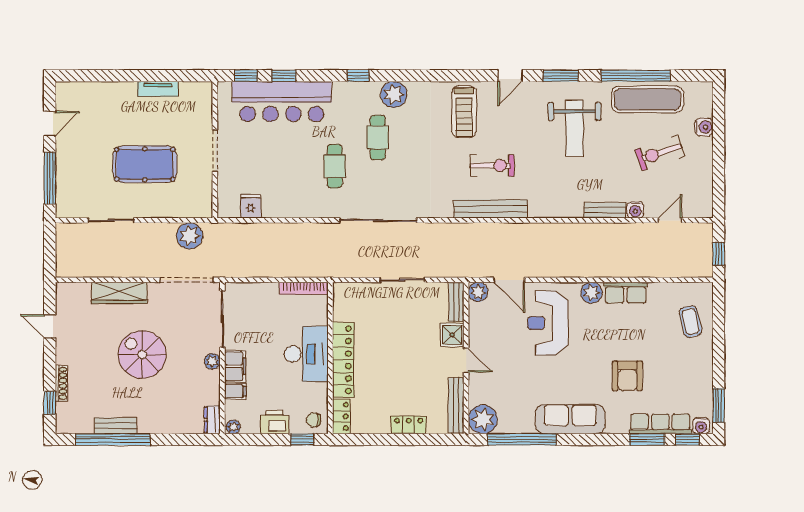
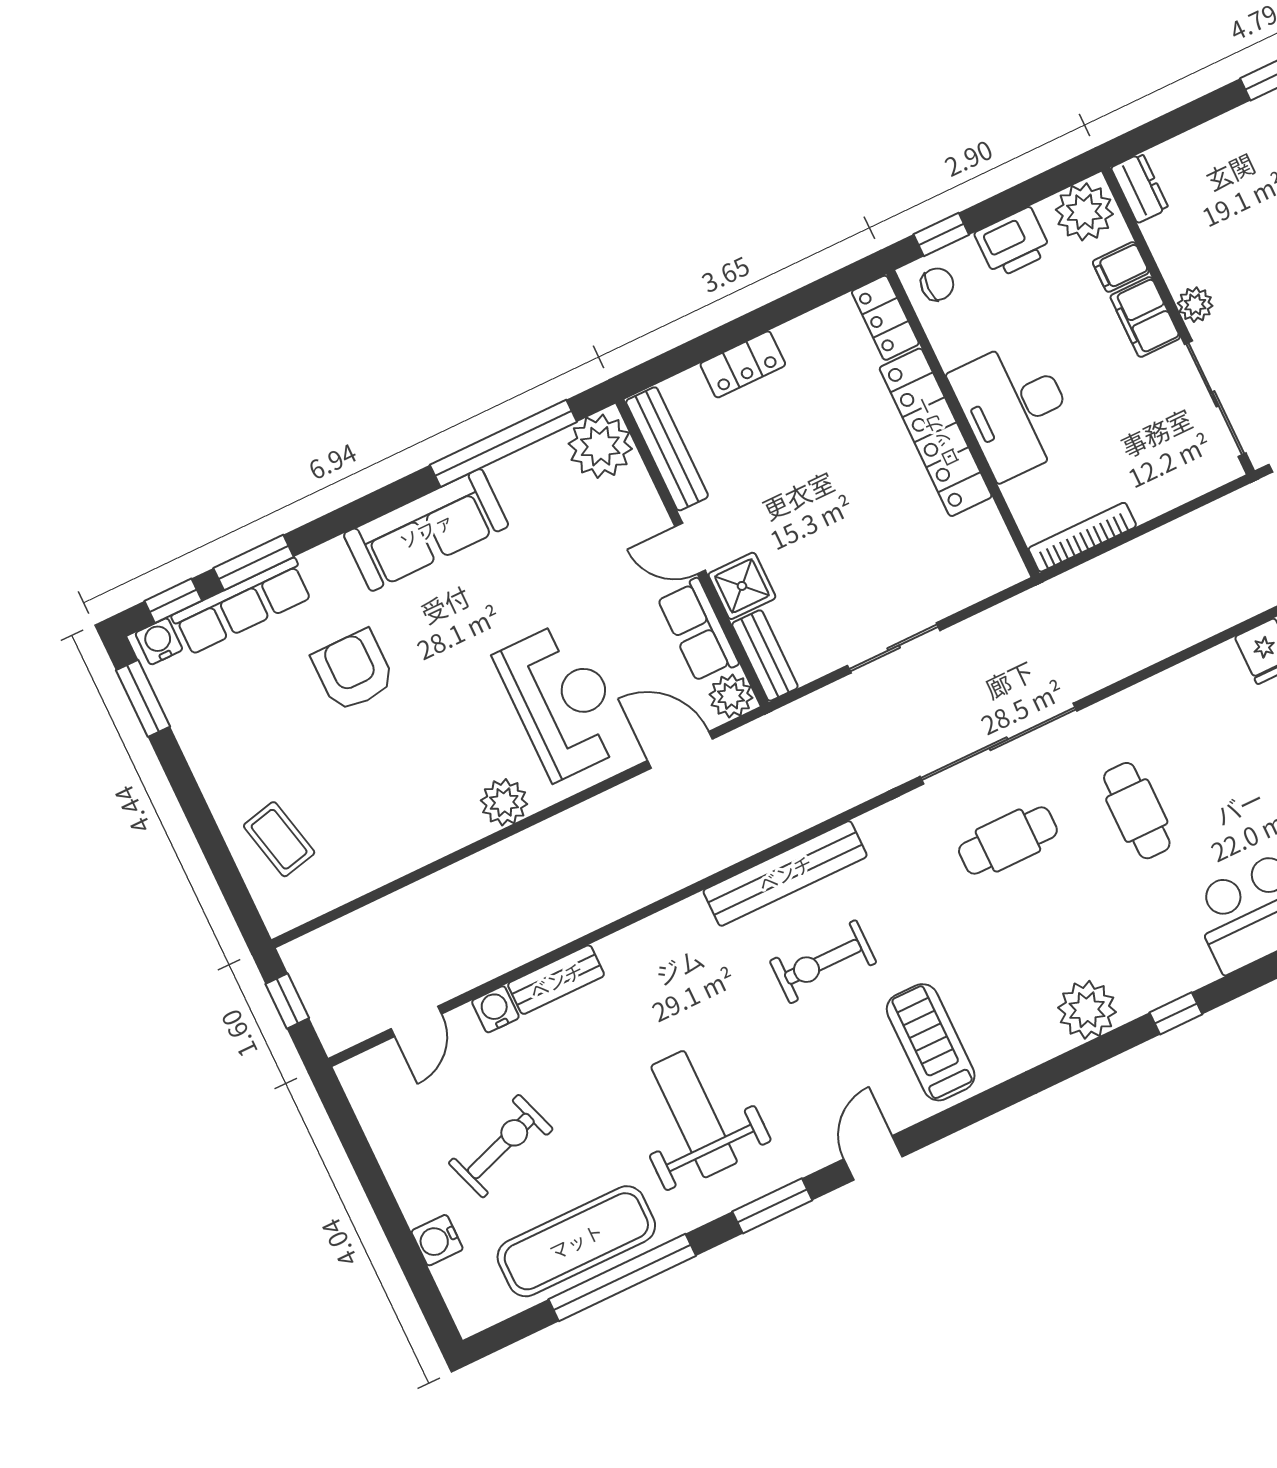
cafe table: (378, 138) -> (1008, 841), moved, turned 90
row of seats: (625, 293) -> (698, 630), moved, turned -90
plant: (233, 427) -> (1084, 212), width x1.88, depth x1.88

